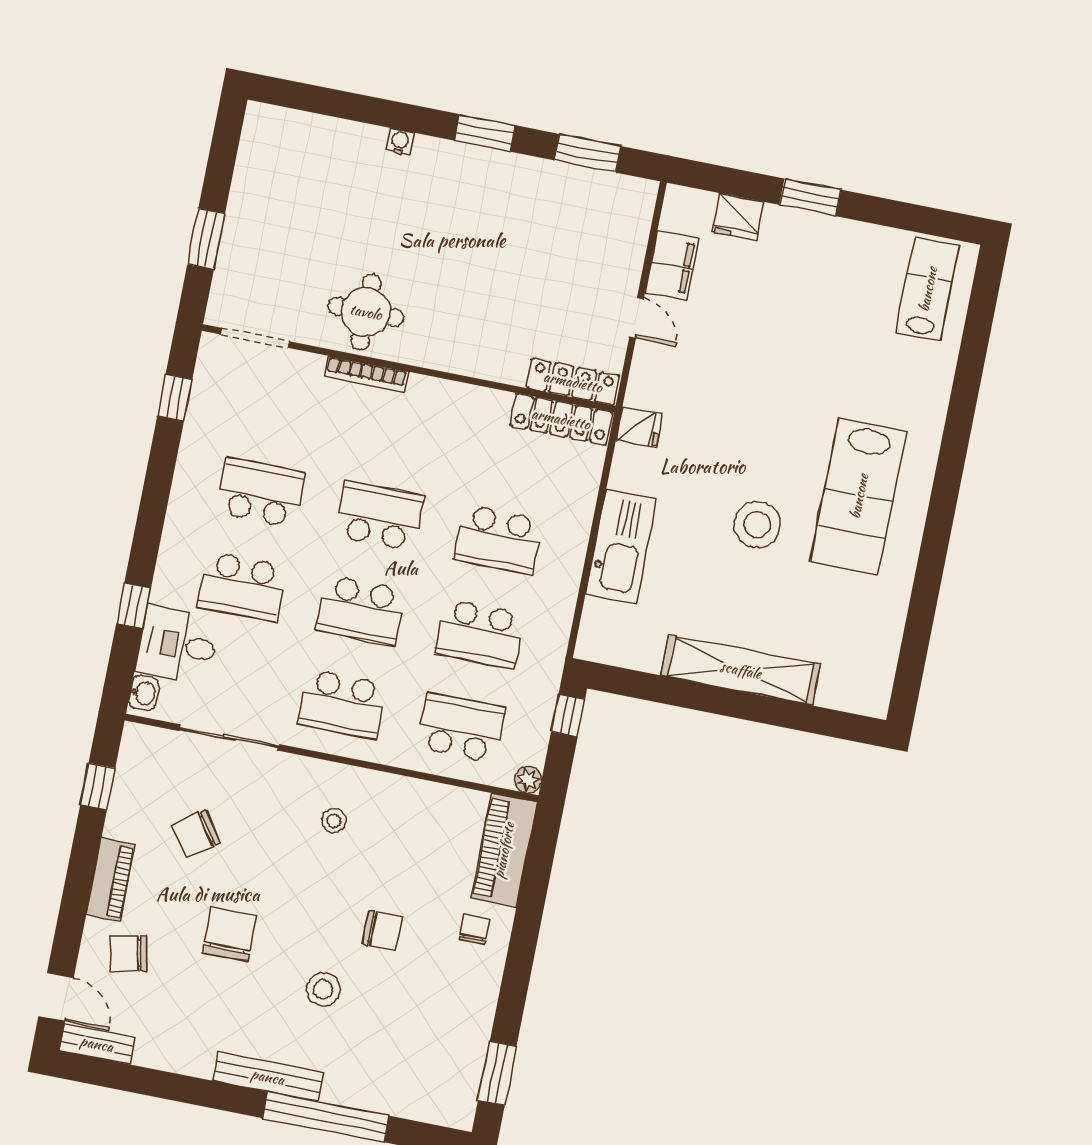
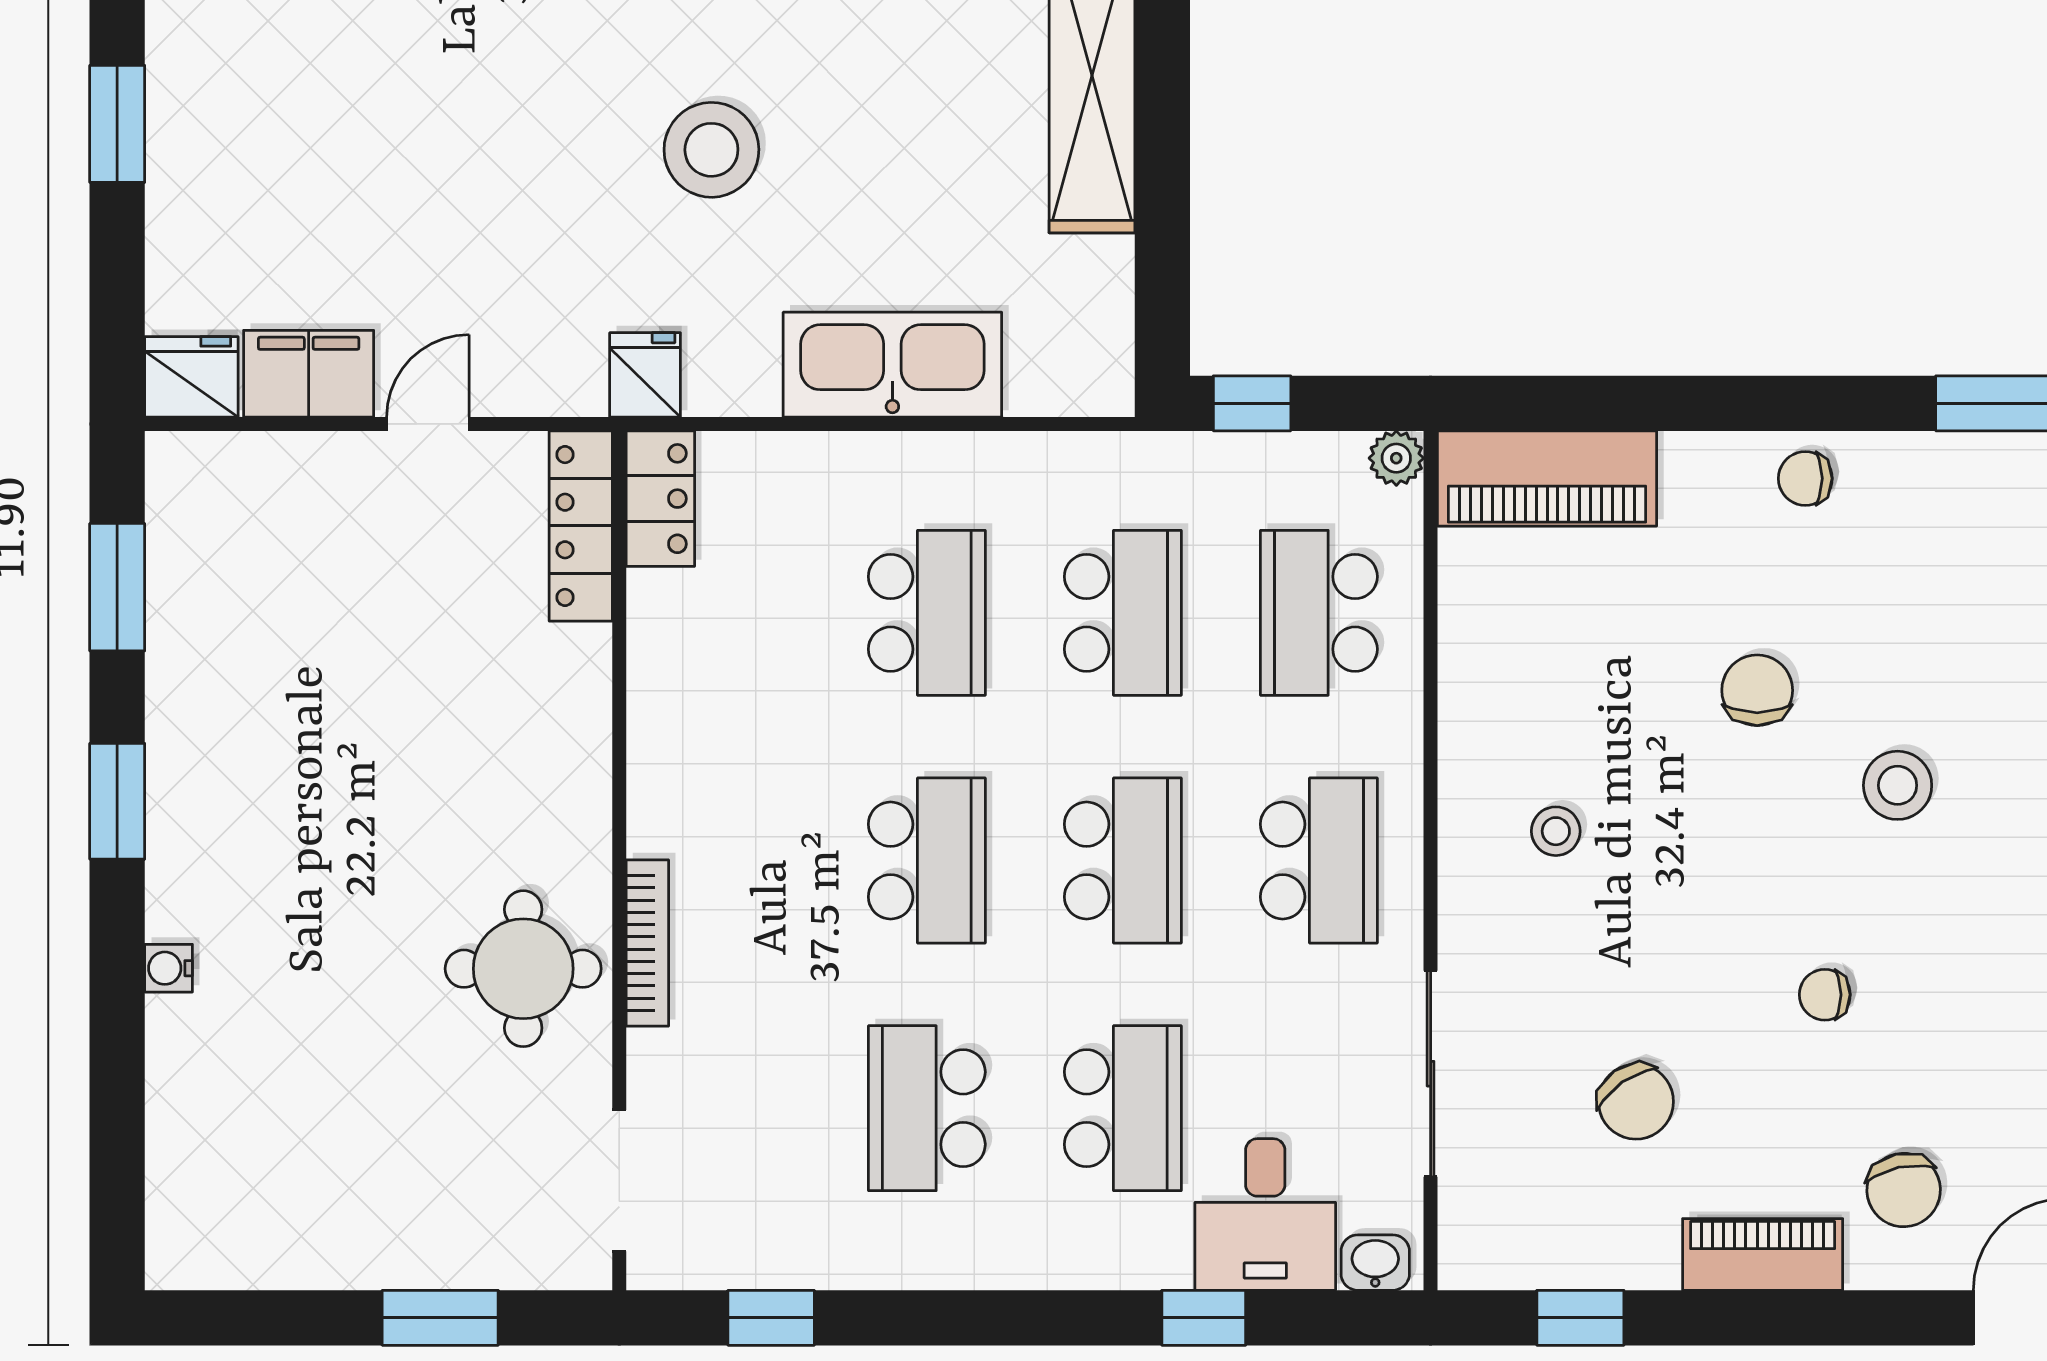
fridge: (738, 217) -> (191, 377), moved, turned -90
locker: (561, 419) -> (660, 499), width x0.66
school desk: (379, 516) -> (927, 861), turned 180
stool: (757, 525) -> (711, 150), moved
chair: (474, 930) -> (1805, 478), moved
chair: (230, 934) -> (1825, 995), width x0.54, depth x0.54

